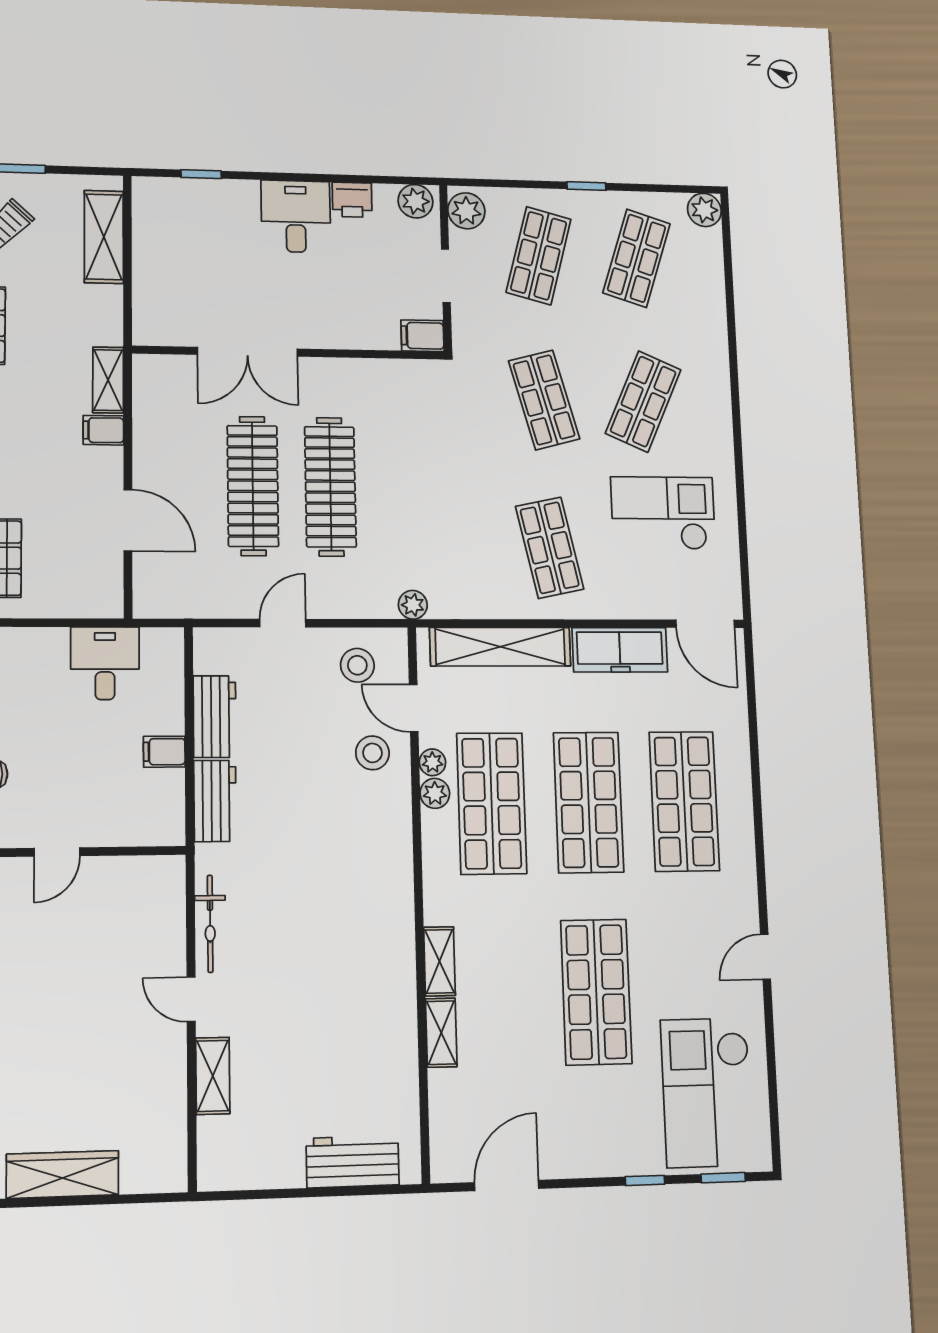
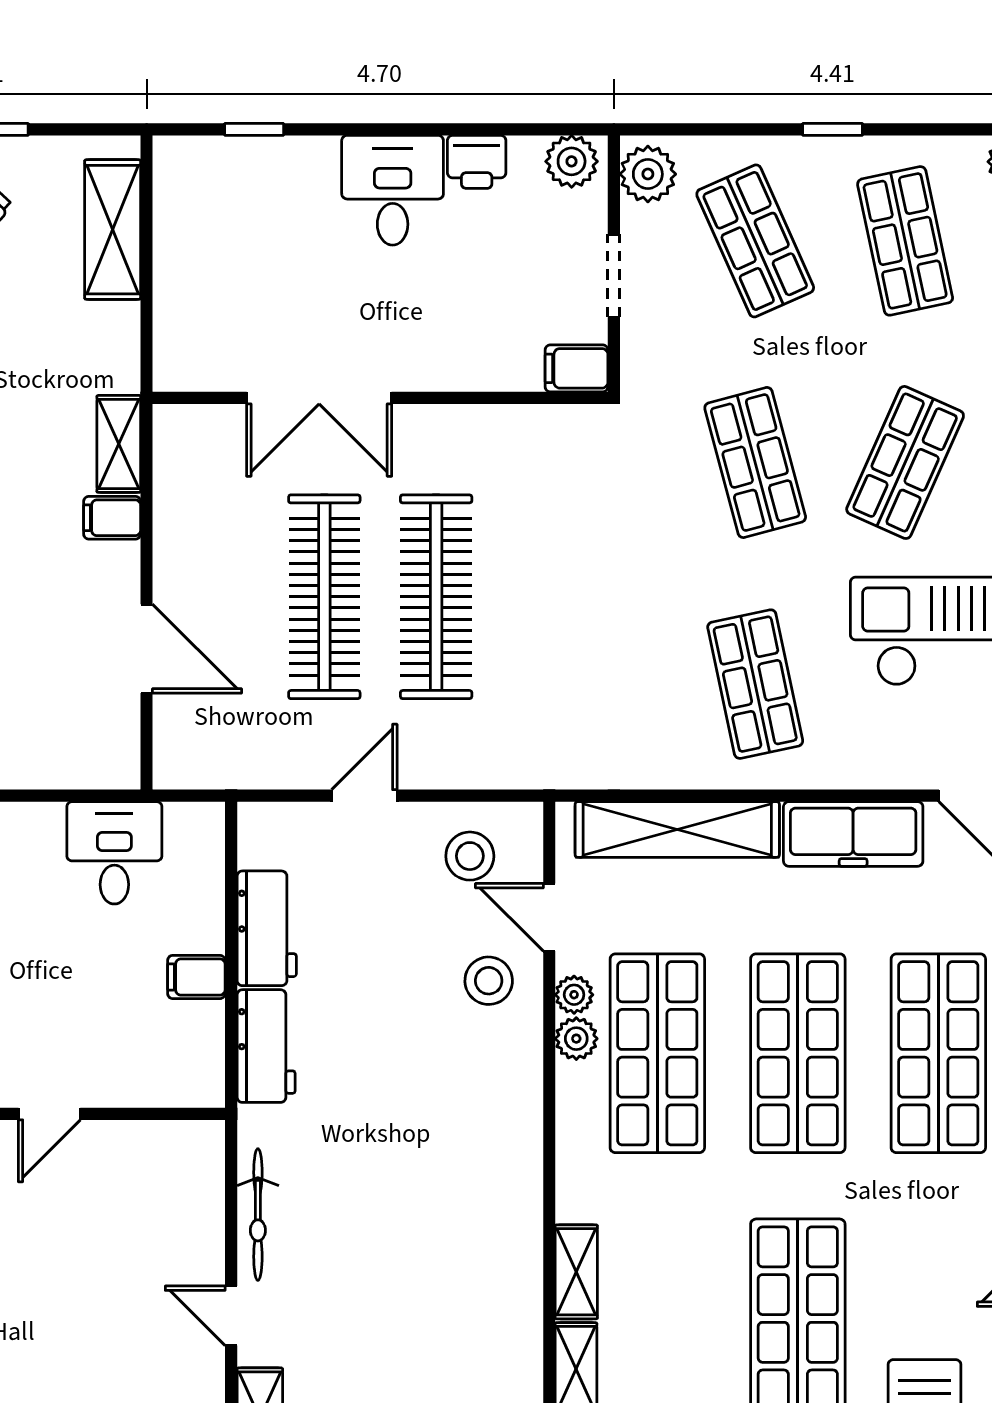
shop shelf: (539, 256) -> (755, 241), turned -39
shop shelf: (637, 258) -> (905, 241), turned -30
plant: (413, 605) -> (552, 769), removed

